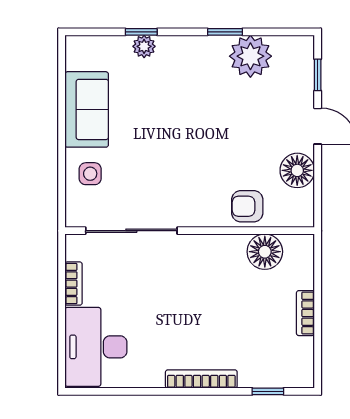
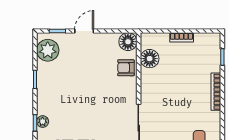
plant: (250, 56) -> (48, 50), moved
floor lamp: (297, 170) -> (128, 42), moved
armchair: (247, 206) -> (126, 68), turned 90

